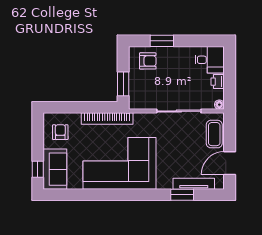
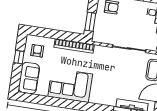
corner sofa: (119, 163) -> (70, 85), width x0.73, depth x0.74
window: (38, 169) -> (19, 57), moved

